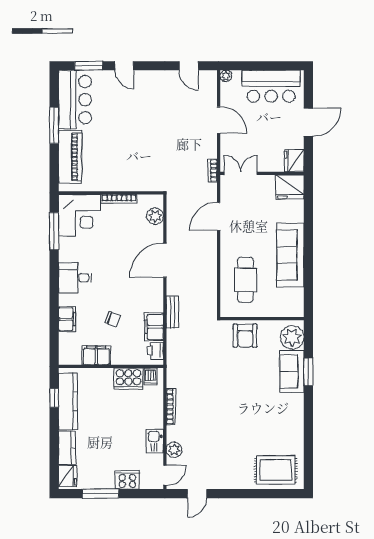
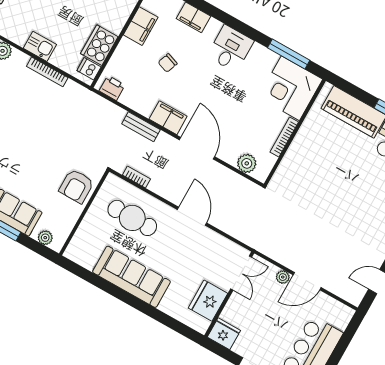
plant: (226, 76) -> (283, 277), moved
bookcase: (213, 171) -> (136, 177), moved
fridge: (290, 187) -> (208, 301), moved
door: (219, 216) -> (192, 216), moved
filing cabinet: (154, 327) -> (168, 118), moved
armchair: (245, 336) -> (77, 186), turned -90
plant: (292, 337) -> (45, 238), width x0.53, depth x0.53
kitchen sink: (155, 441) -> (40, 46), moved

